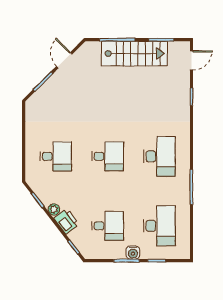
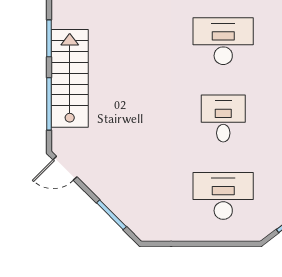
door: (64, 60) -> (65, 168), moved
desk: (56, 156) -> (223, 196), width x1.37

